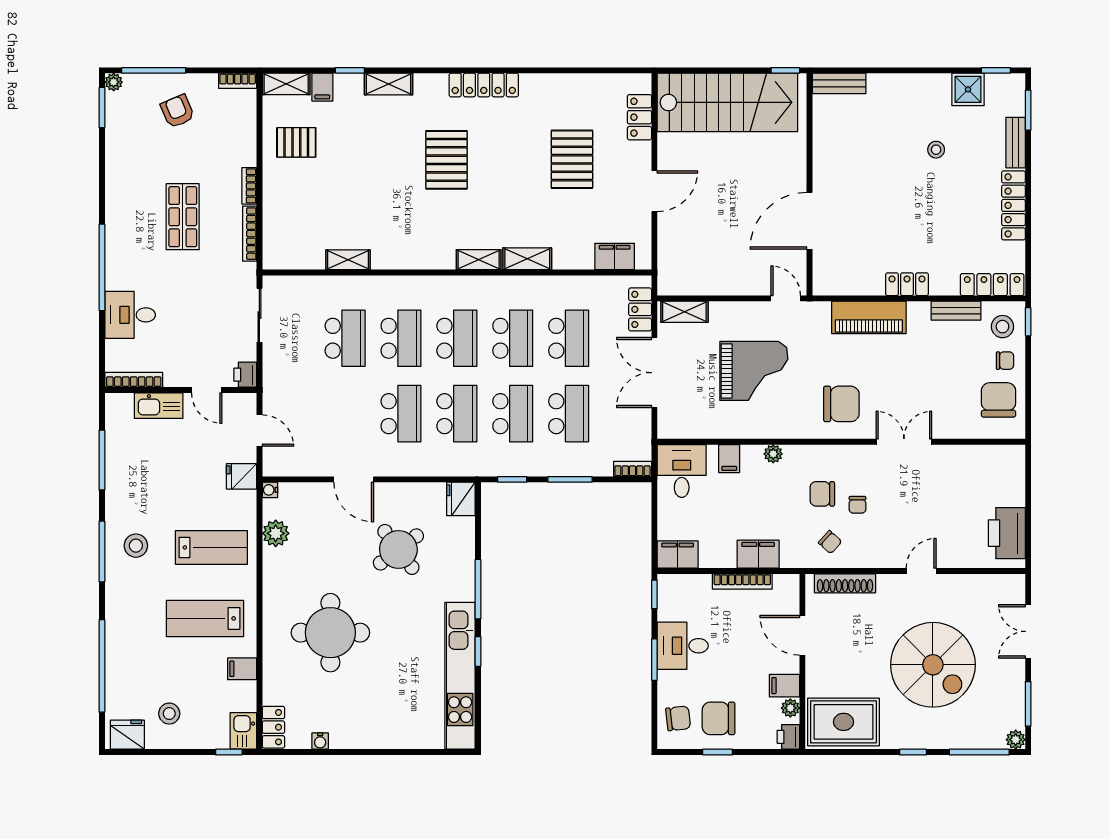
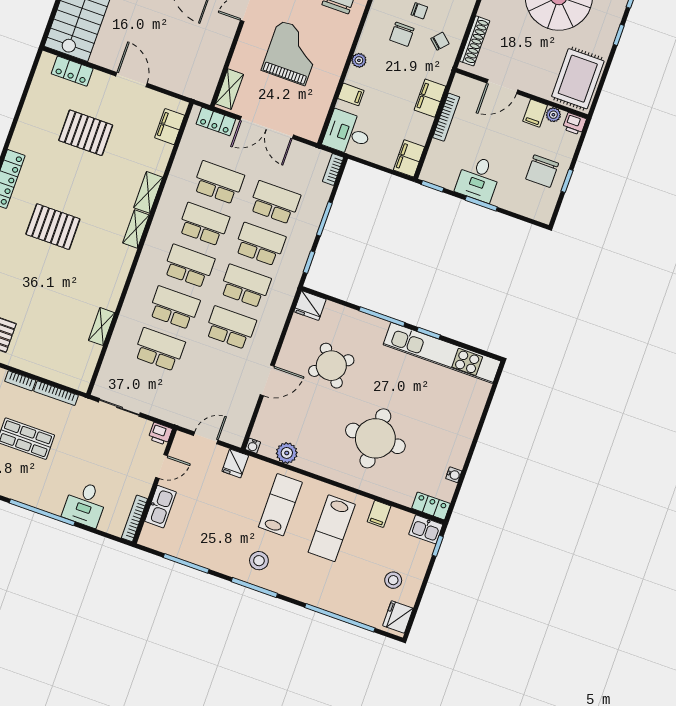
chair: (678, 718) -> (531, 201), removed

